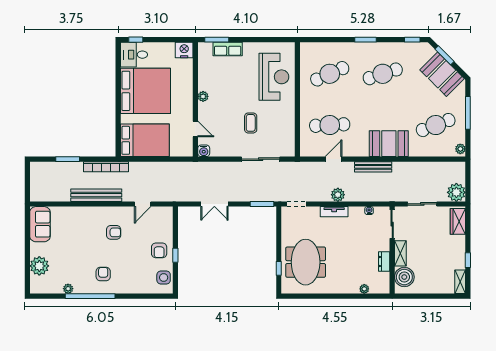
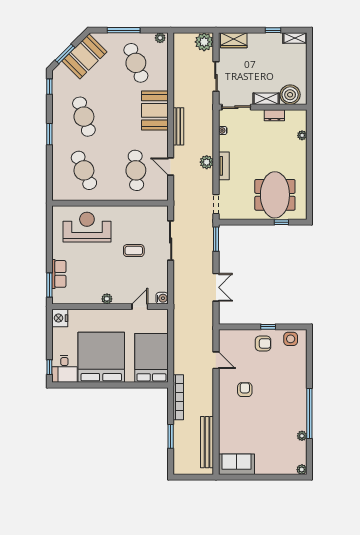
bench: (96, 195) -> (207, 442), moved
meeting table: (306, 262) -> (275, 195), turned 90
plant: (39, 266) -> (302, 470), moved, width x0.53, depth x0.53
armchair: (103, 274) -> (287, 400), removed

